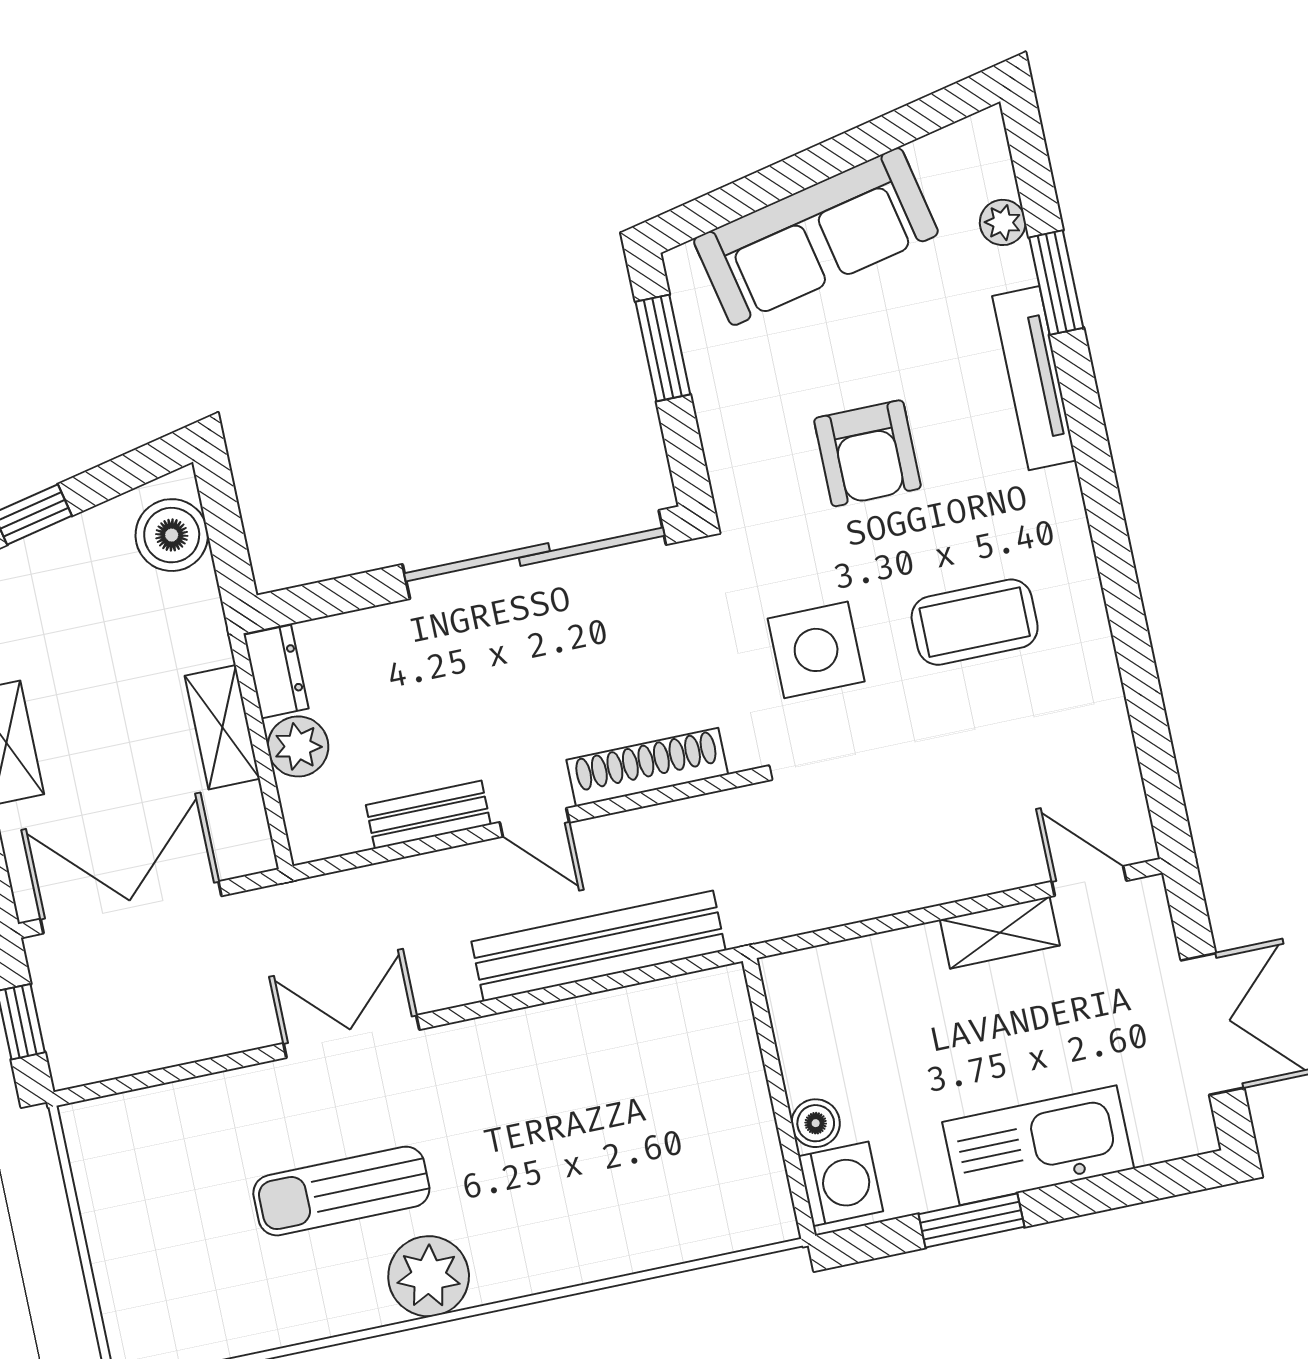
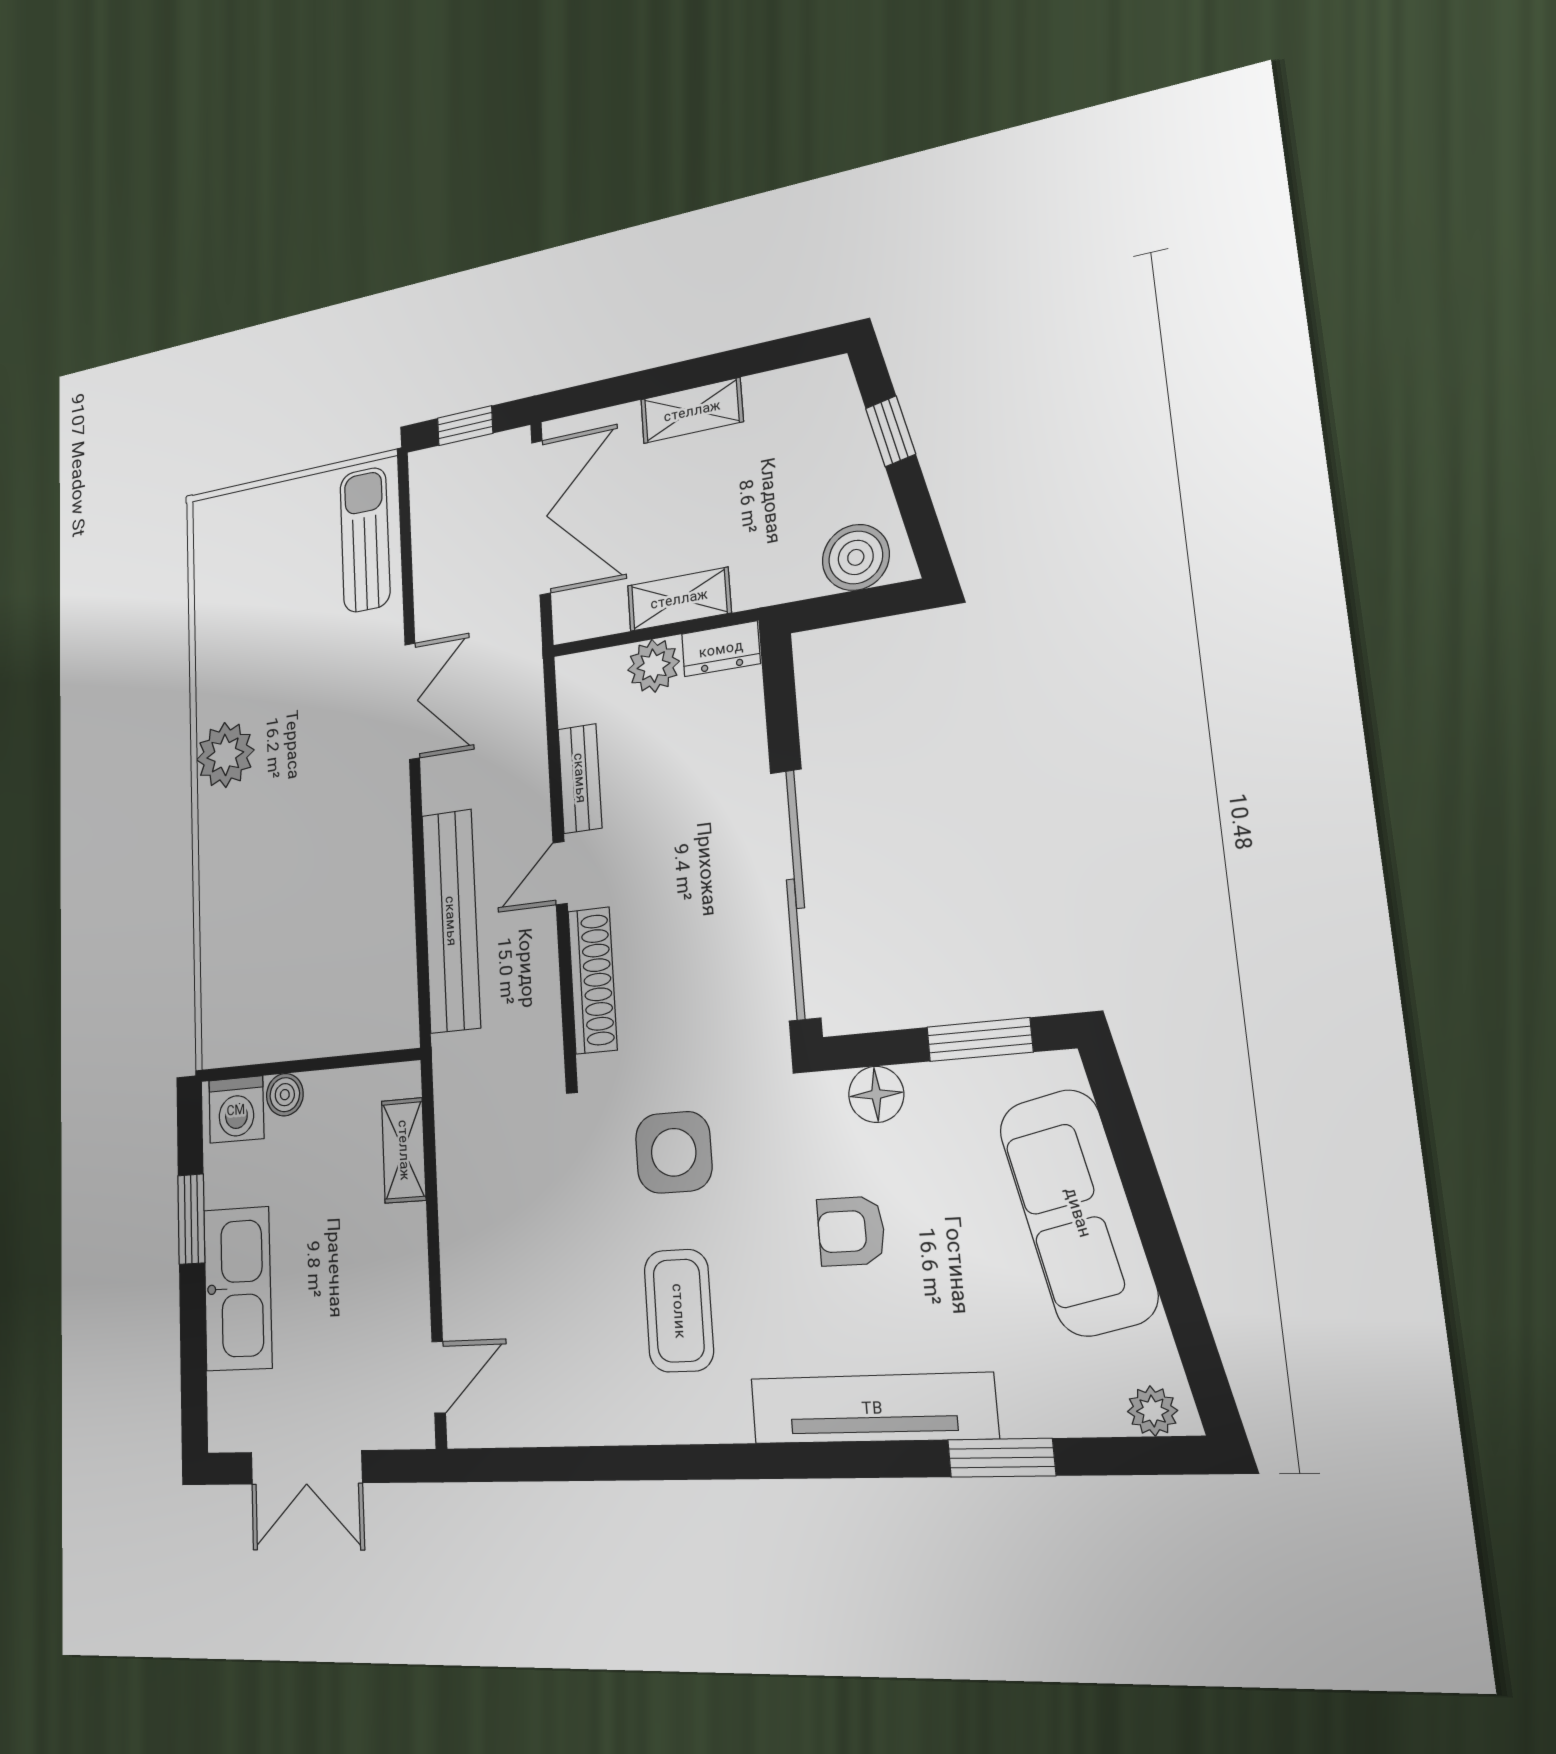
plant: (1003, 222) -> (1153, 1411), moved
tv unit: (1034, 378) -> (872, 1408), width x1.36, depth x1.29
floor lamp: (729, 445) -> (876, 1094), added
armchair: (868, 453) -> (851, 1231), width x0.72, depth x0.72
shelving: (1000, 933) -> (404, 1150), moved
sun lounger: (341, 1191) -> (365, 540), moved

